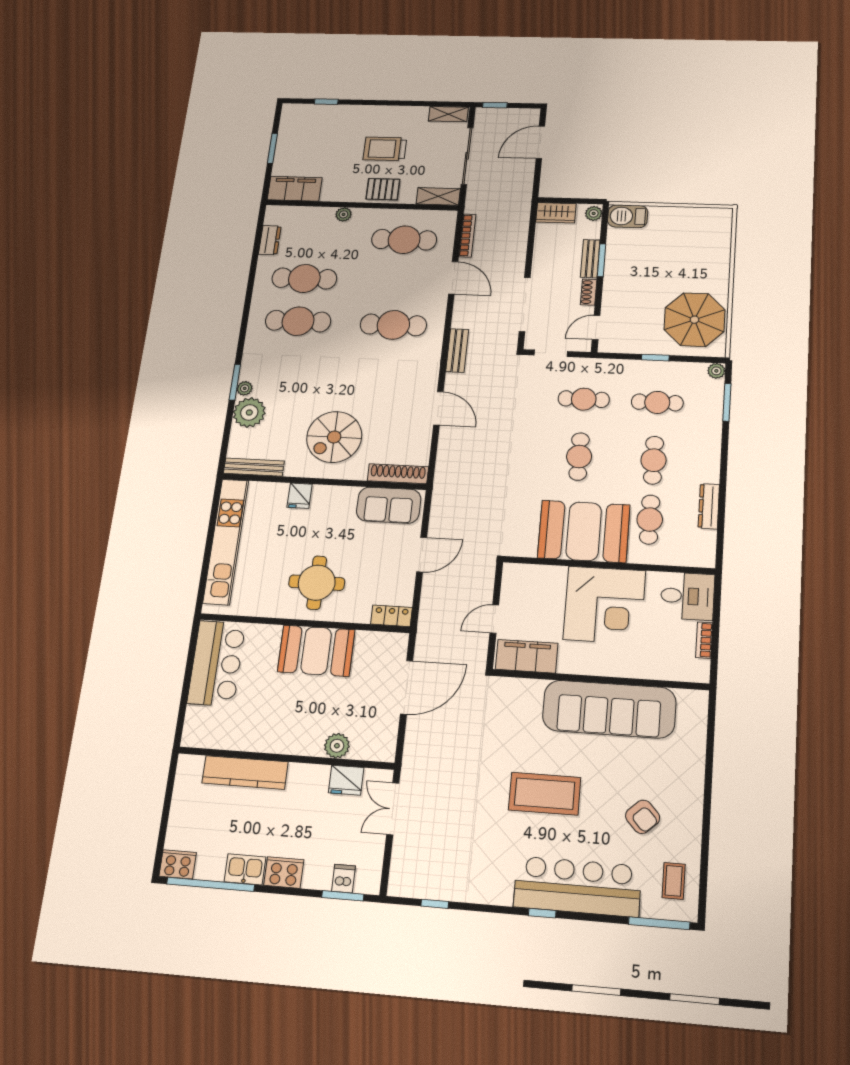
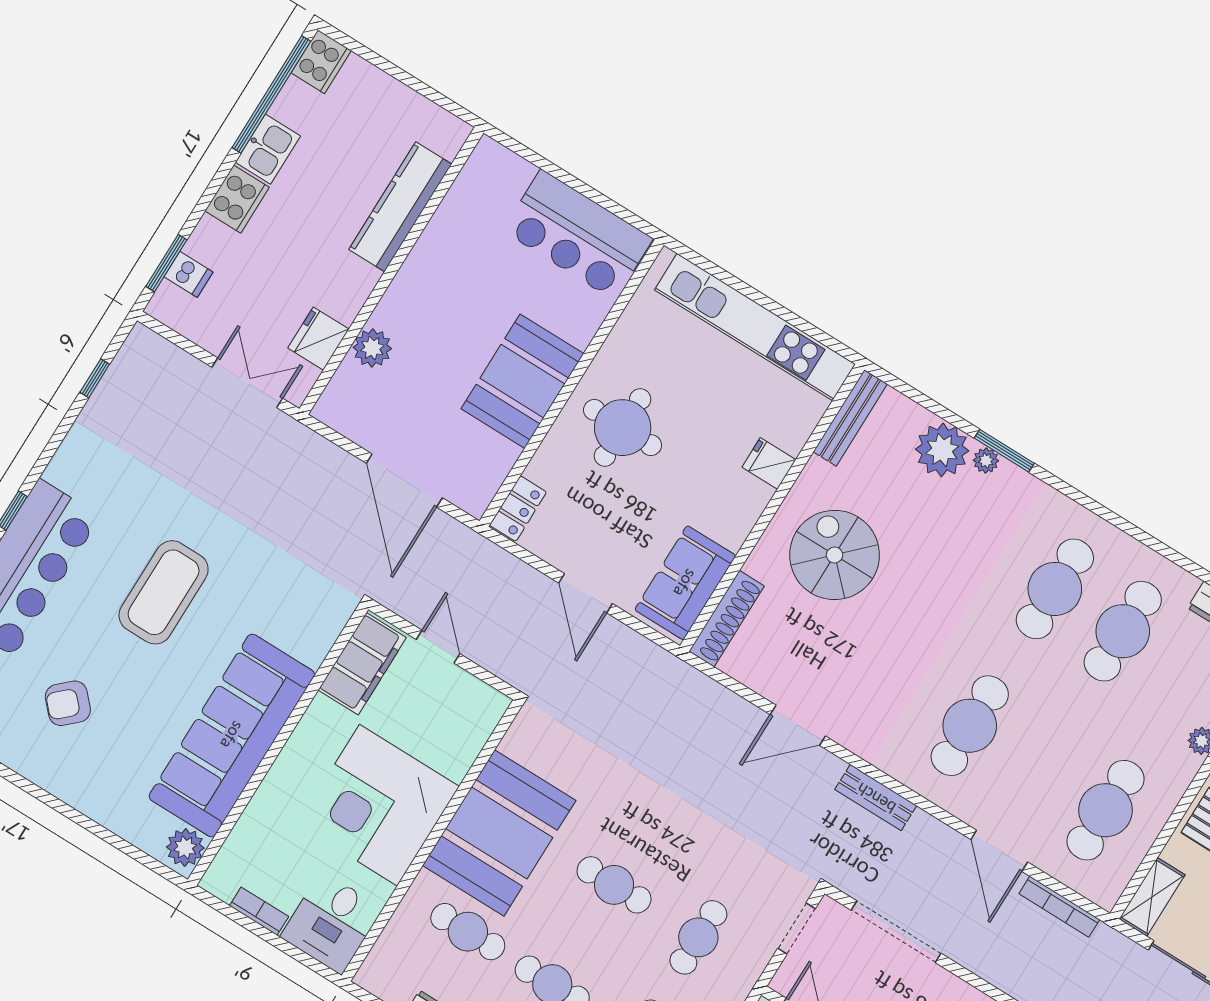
door: (453, 278) -> (999, 851), hinge flipped
plant: (691, 702) -> (185, 848), added

